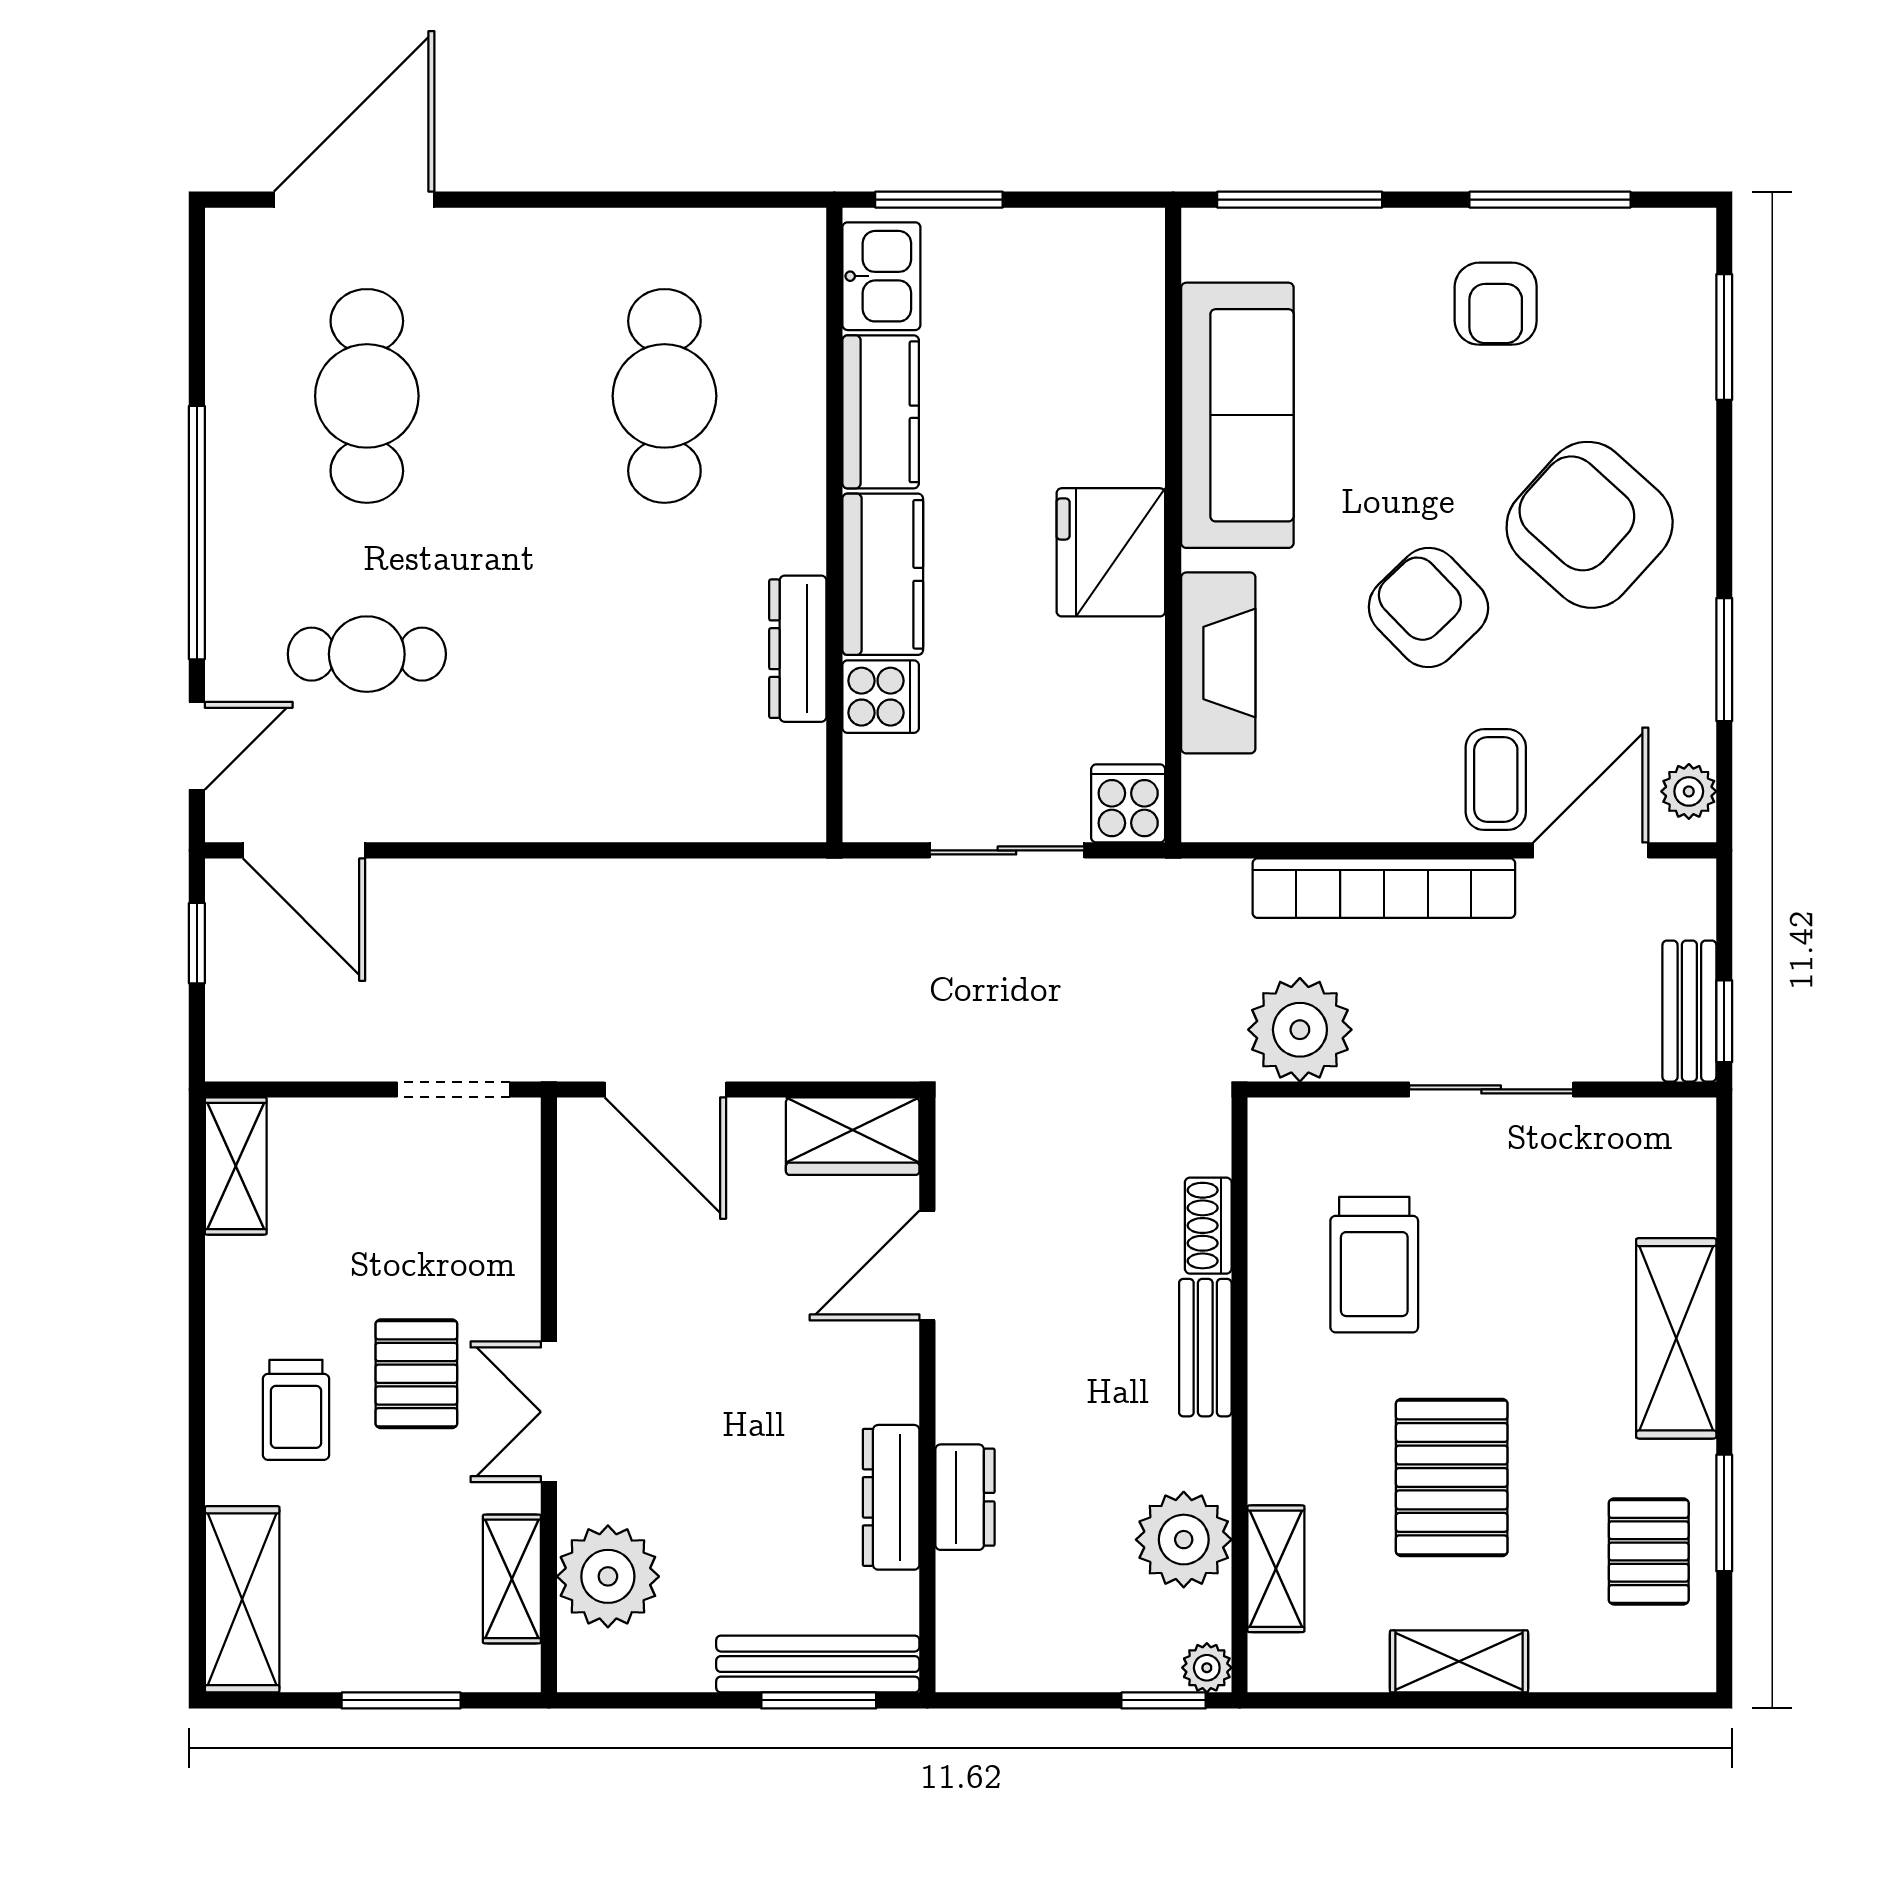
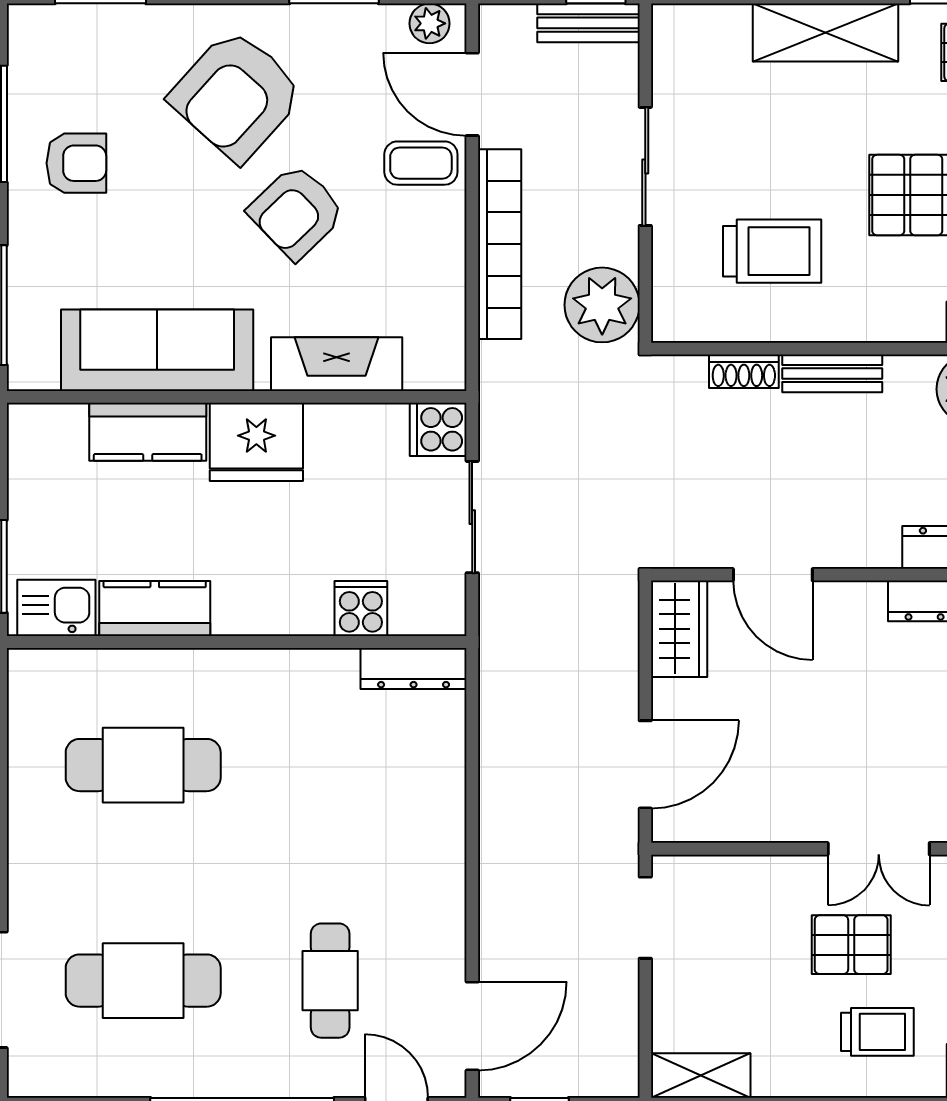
kitchen counter: (883, 574) -> (148, 432), moved, turned 180
dresser: (798, 649) -> (414, 668), moved

